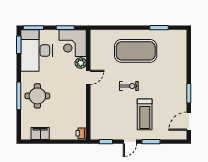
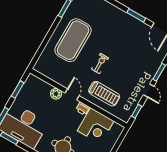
corner desk: (73, 43) -> (96, 126), moved
treadmill: (145, 114) -> (104, 94), moved
printer: (81, 133) -> (83, 109), moved

